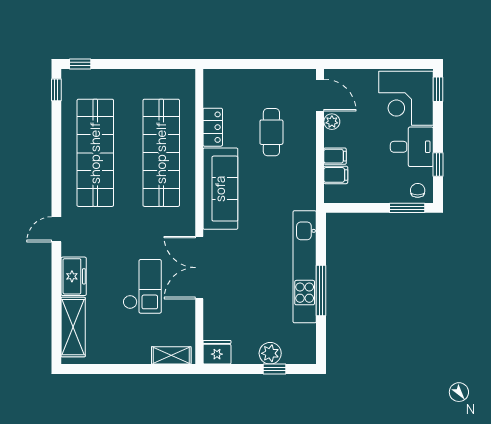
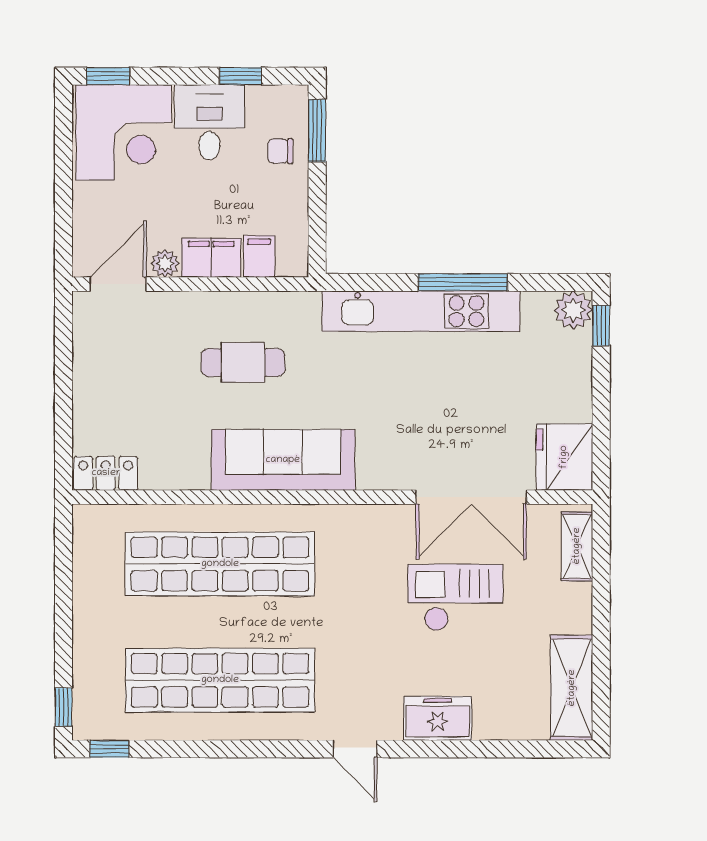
locker: (213, 127) -> (106, 473), moved
cafe table: (271, 132) -> (243, 362), moved
filing cabinet: (335, 156) -> (211, 258), width x2.00
chair: (418, 190) -> (280, 151), moved
double door: (199, 268) -> (471, 497), moved
shelving: (73, 327) -> (572, 688), moved, turned 90
fridge: (217, 352) -> (564, 457), width x1.36, depth x1.34
plant: (270, 353) -> (573, 310), moved
window: (275, 369) -> (601, 325), moved

